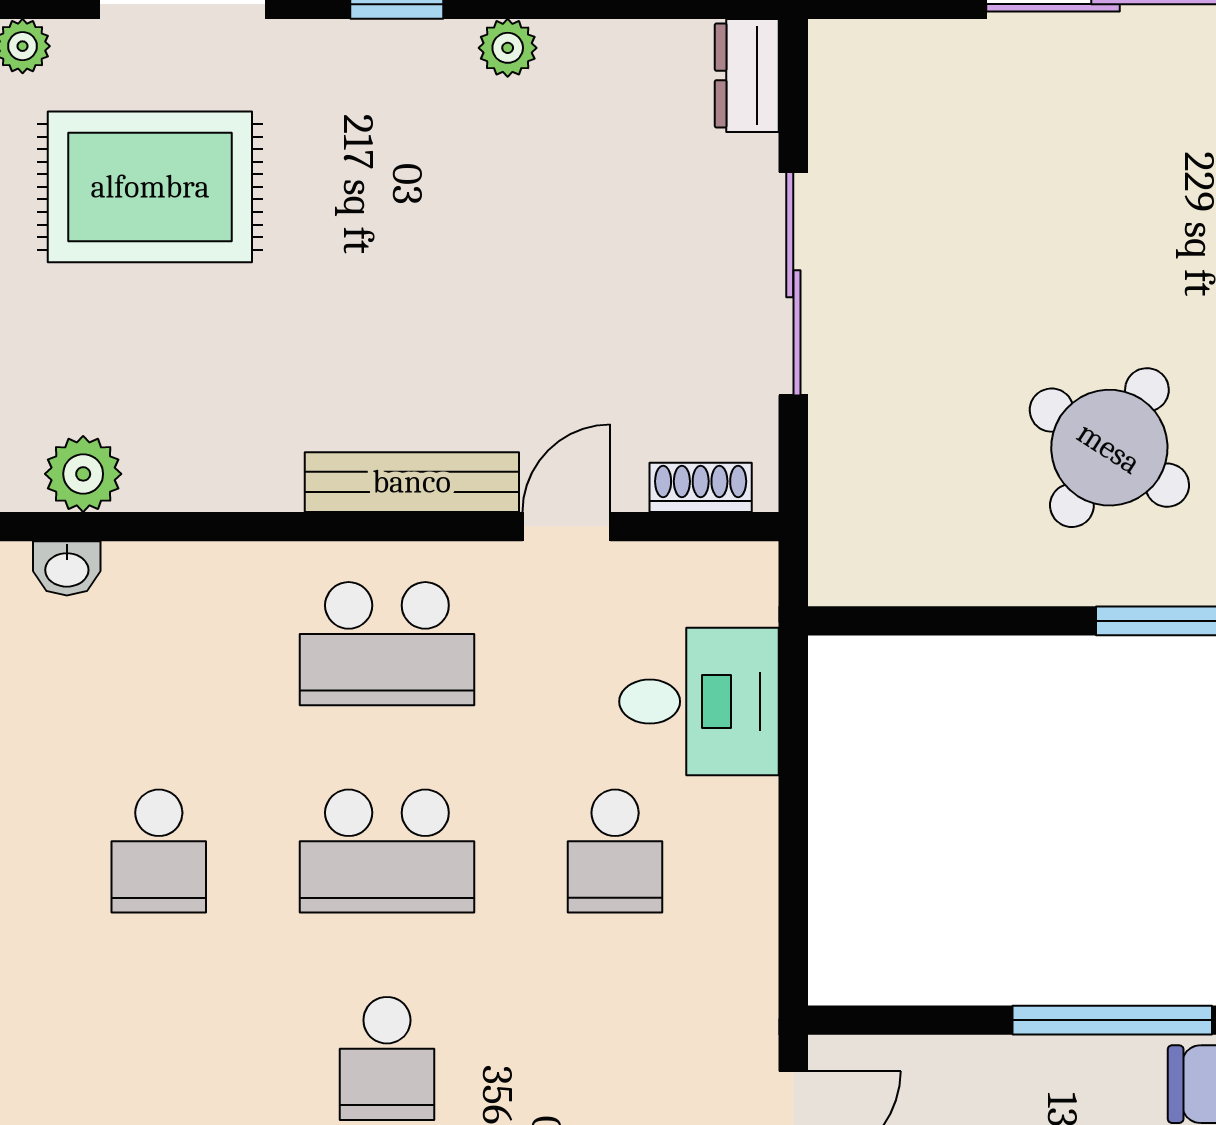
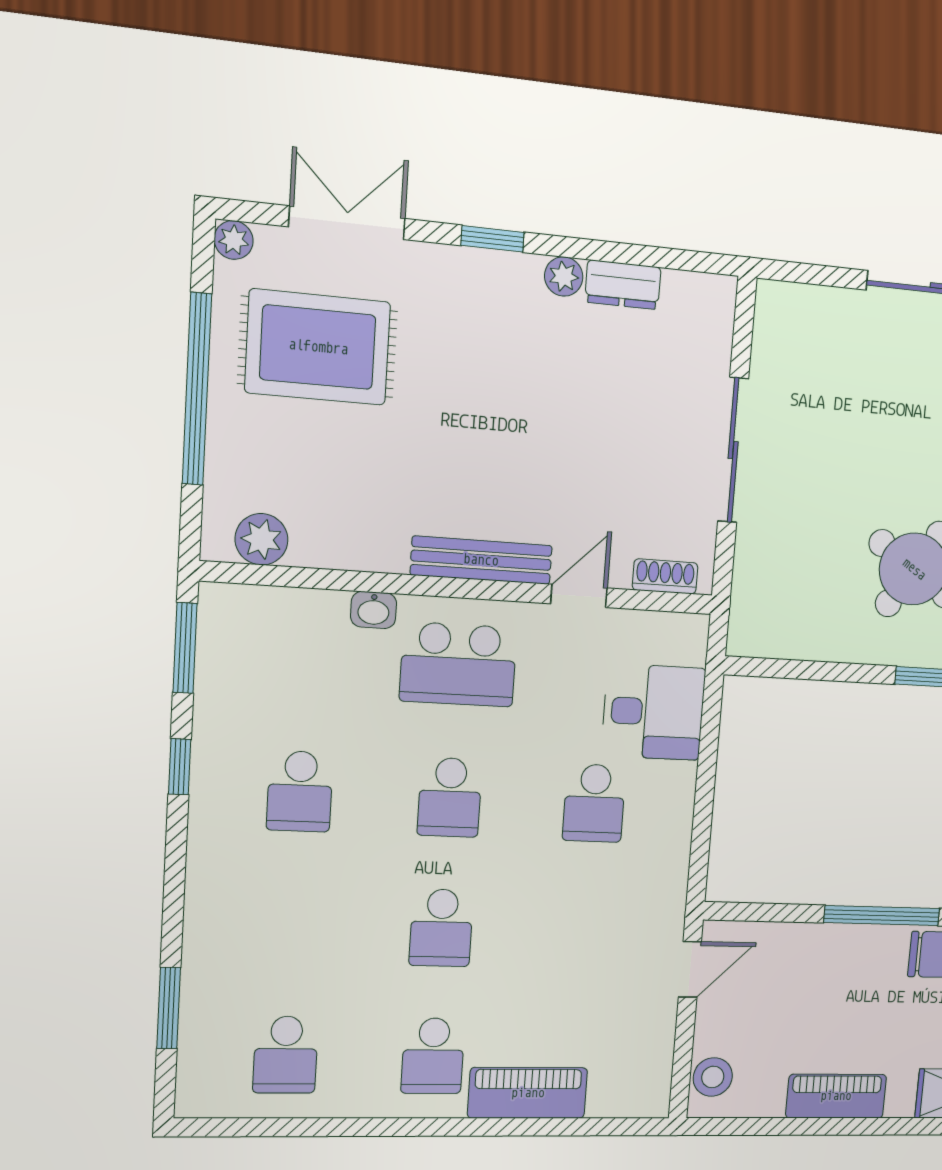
dresser: (747, 75) -> (623, 285), moved, turned -90
washbasin: (67, 568) -> (374, 610), moved
school desk: (387, 851) -> (450, 797), width x0.54

